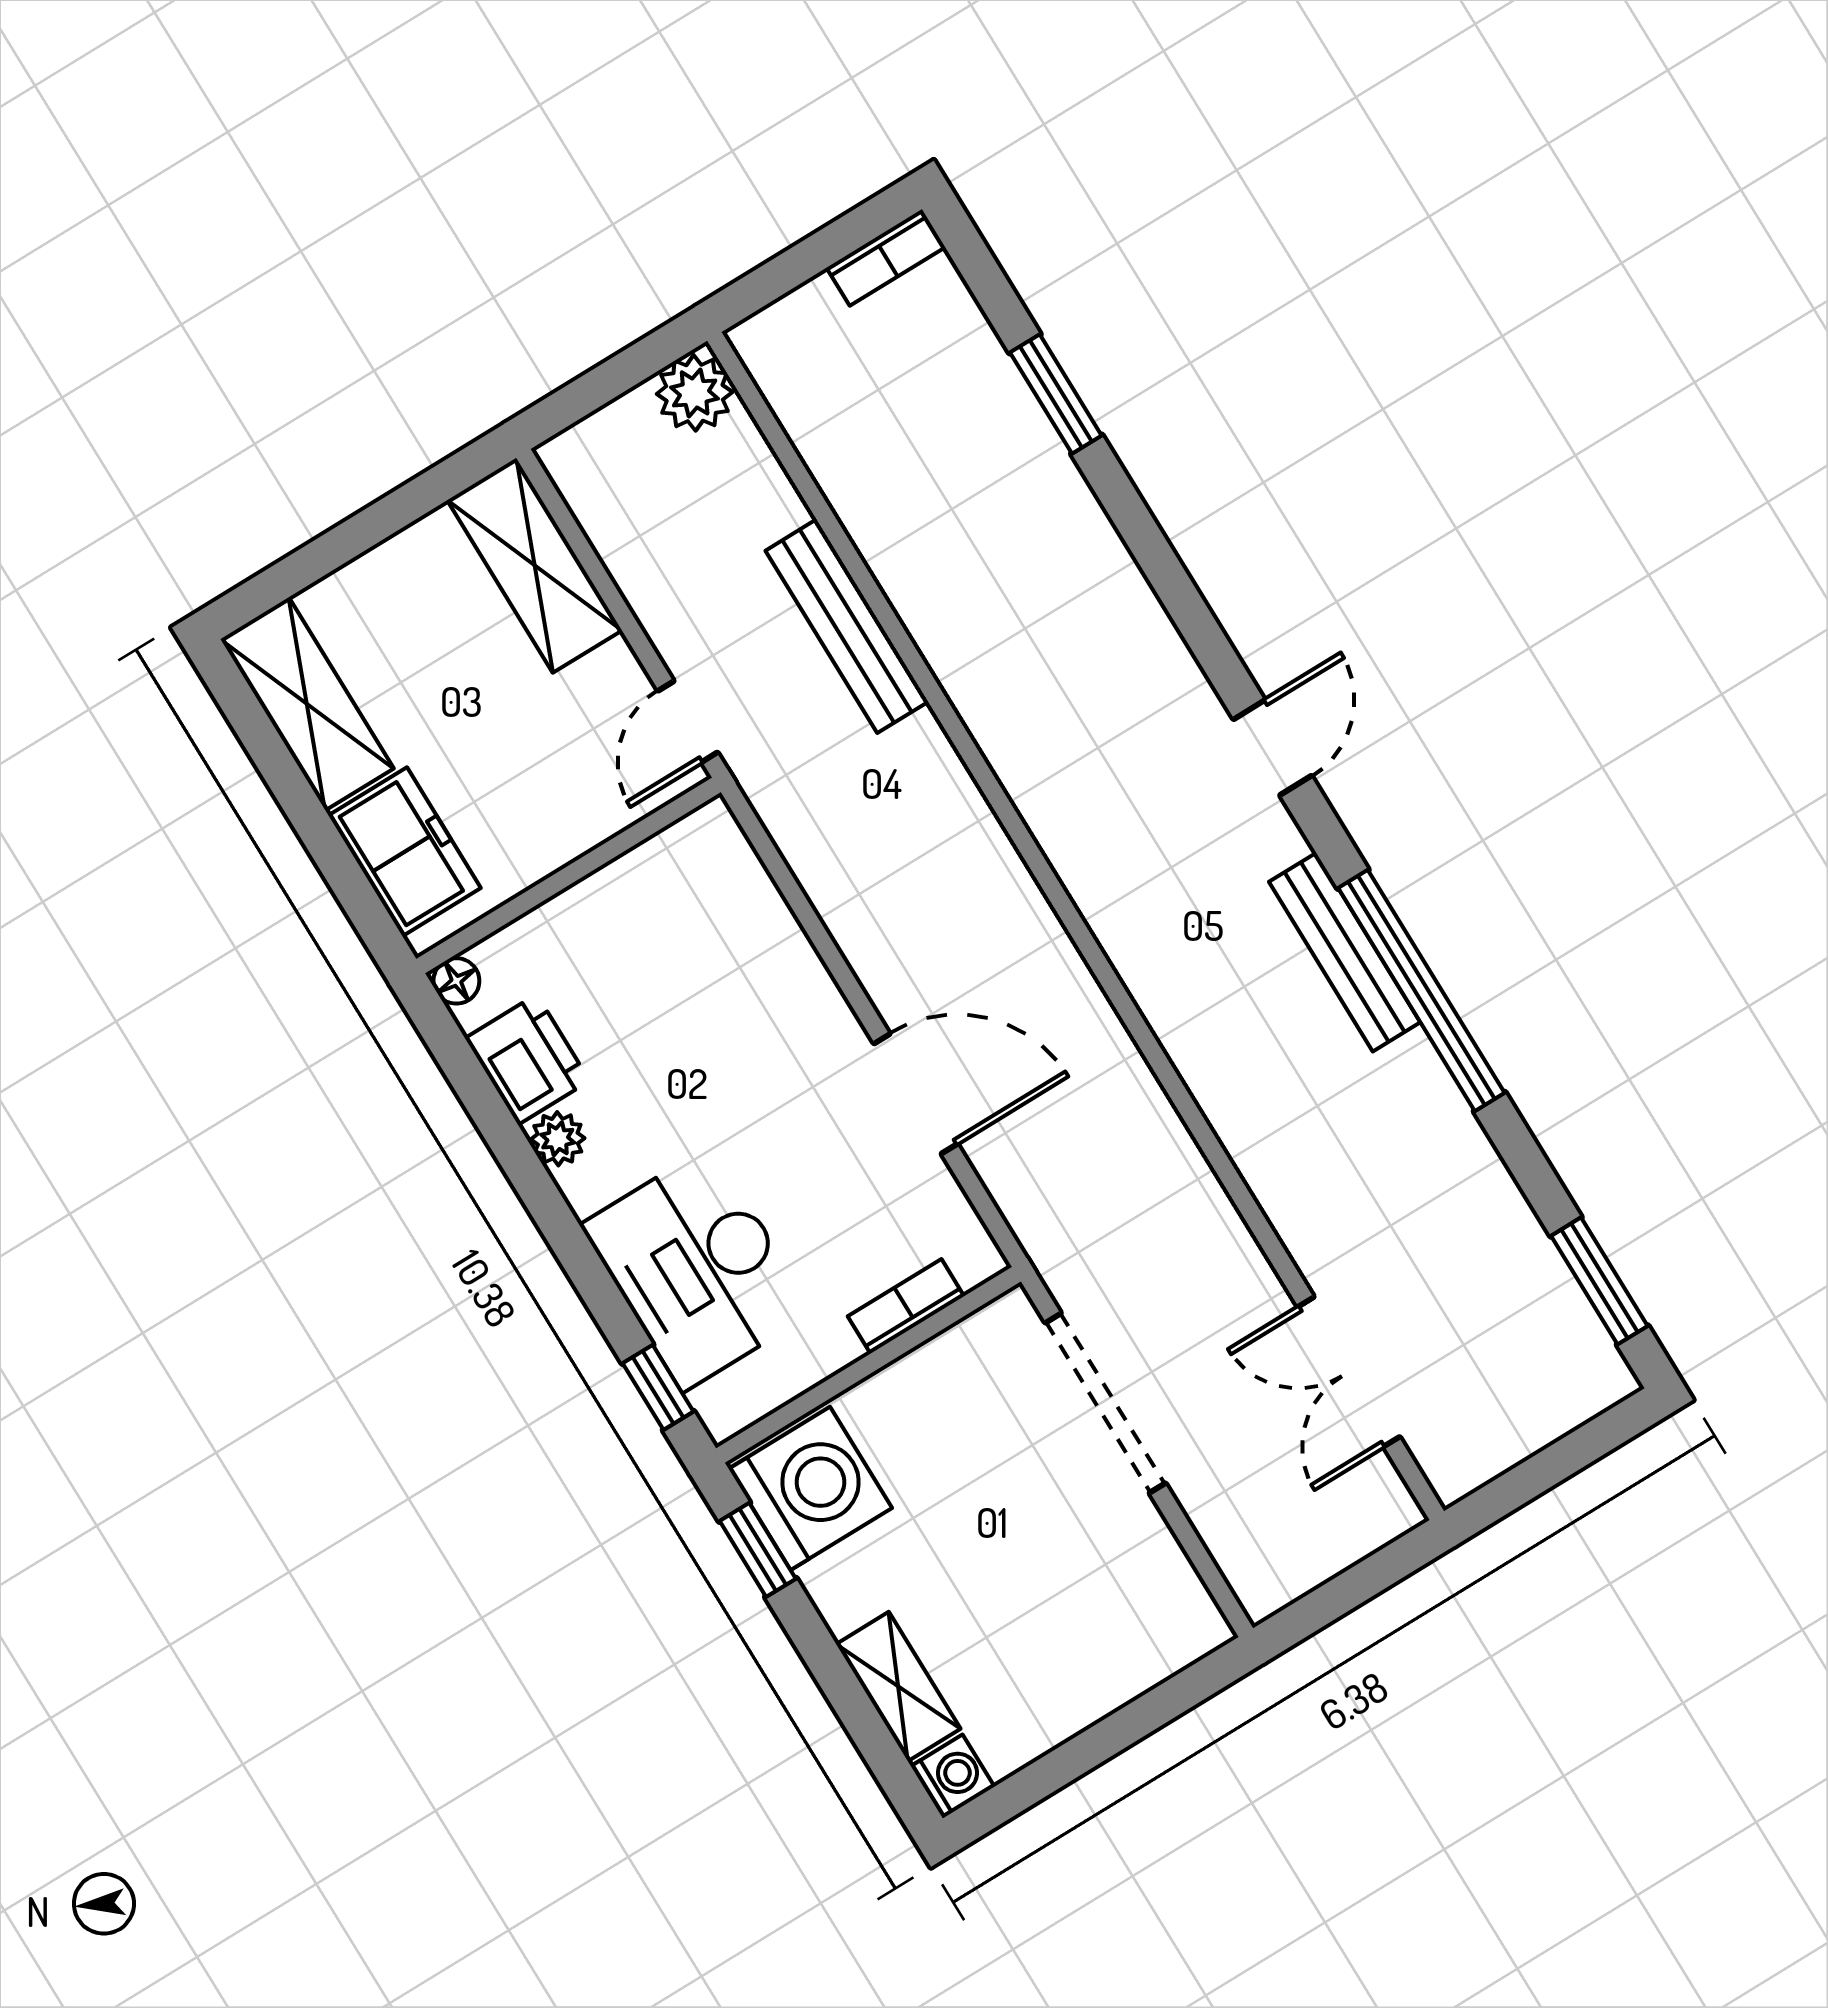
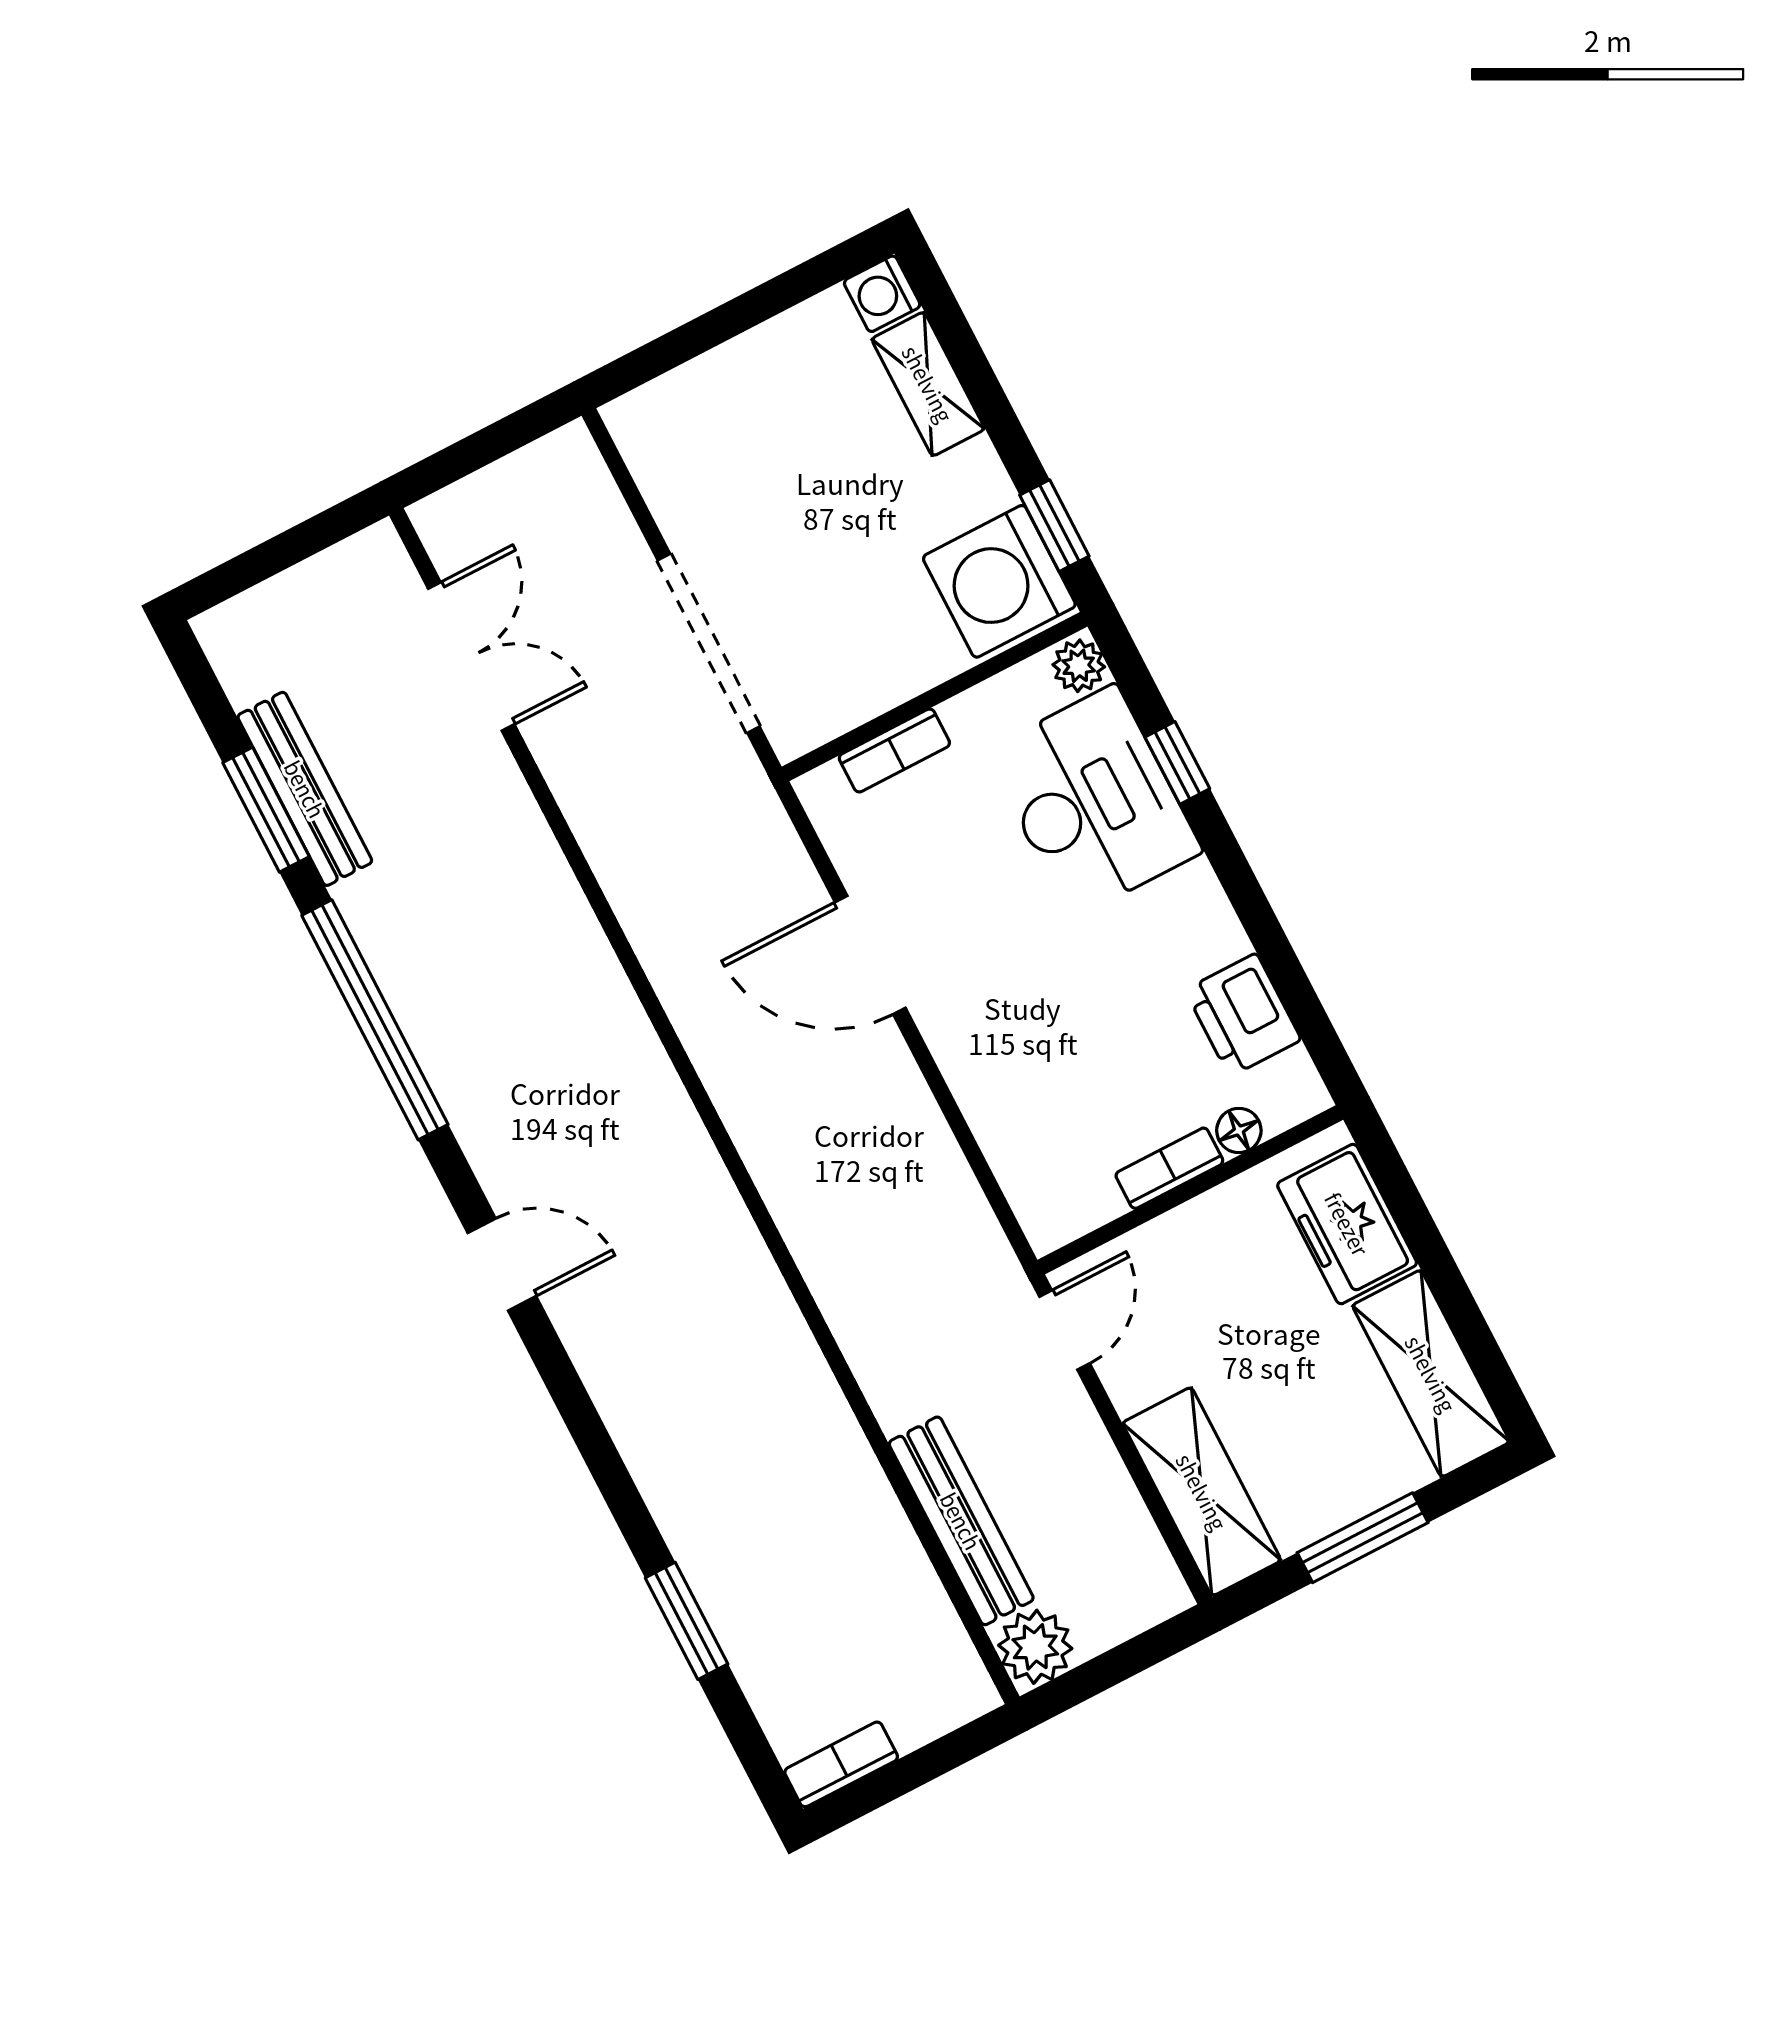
window: (365, 530) -> (1363, 1538), added
bench: (847, 626) -> (961, 1521), moved
door: (1272, 747) -> (502, 1265), swing flipped
bookcase: (592, 896) -> (1169, 1168), added
bench: (1345, 952) -> (305, 789), moved
floor lamp: (456, 981) -> (1239, 1130), moved
plant: (558, 1139) -> (1079, 666), moved
window: (1599, 1281) -> (266, 810), moved
window: (658, 1387) -> (1177, 763), moved

